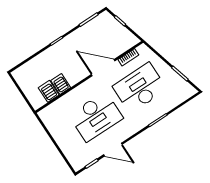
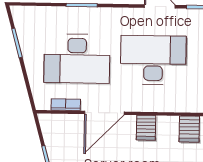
door: (103, 68) -> (104, 113), hinge flipped
server rack: (61, 84) -> (146, 128), moved

